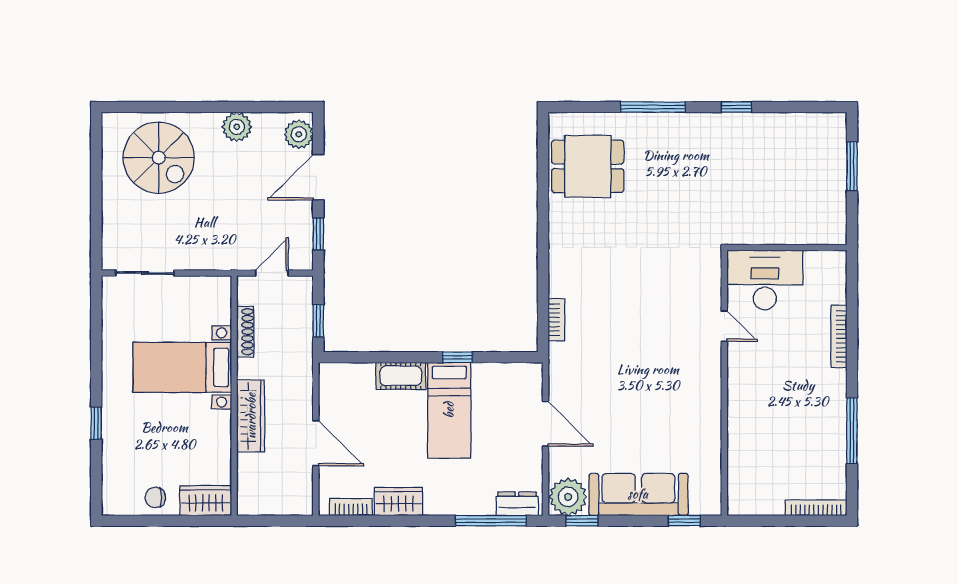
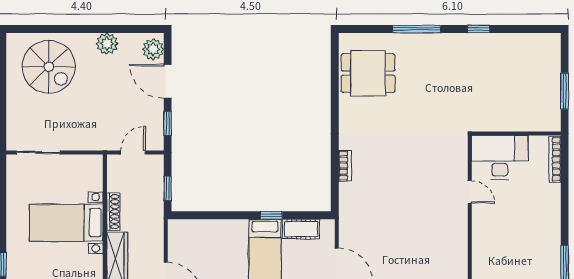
window: (852, 166) -> (565, 91), moved
door: (318, 177) -> (168, 81), hinge flipped
bookcase: (557, 320) -> (345, 166), moved
shoe rack: (245, 332) -> (113, 212), moved
bookcase: (839, 336) -> (555, 159), moved
cot: (401, 376) -> (301, 229), moved

